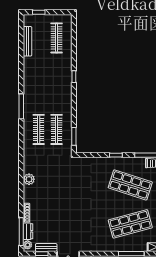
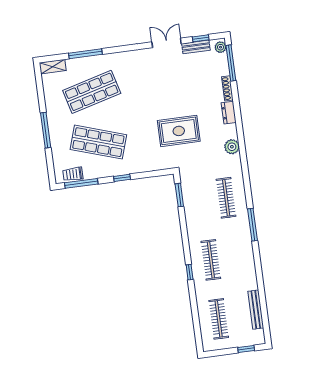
clothes rail: (57, 129) -> (211, 260), moved
plant: (29, 179) -> (232, 147), moved
rug: (68, 185) -> (179, 131), added
dresser: (28, 231) -> (229, 113), moved

